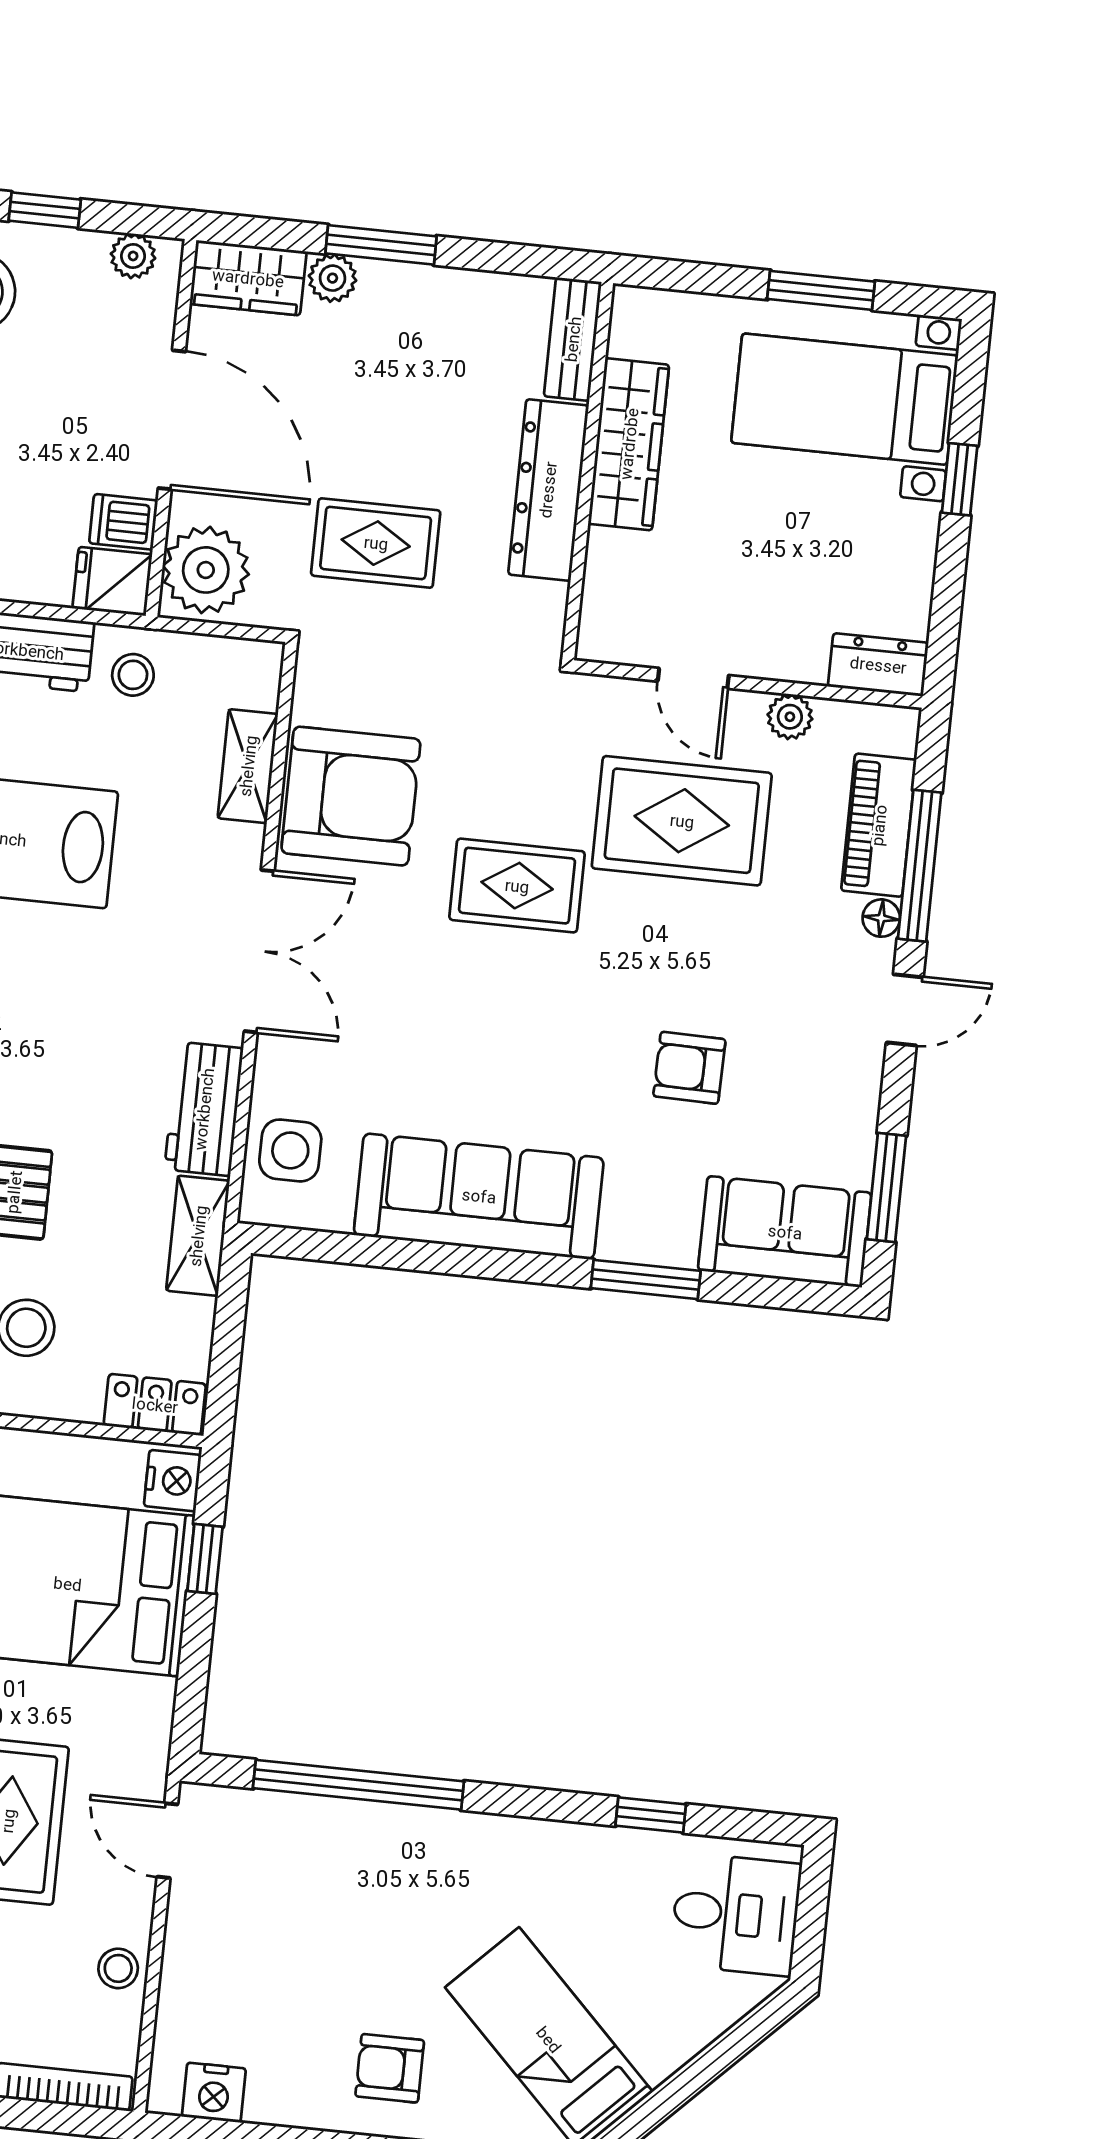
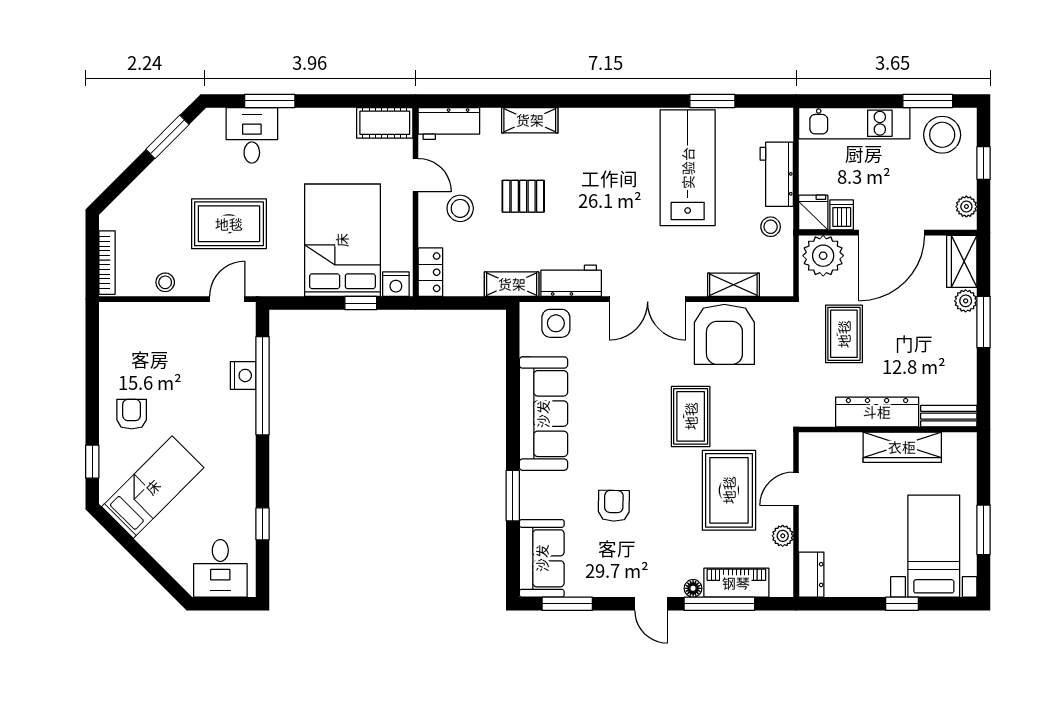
nightstand: (214, 2093) -> (243, 375), moved, turned 180

